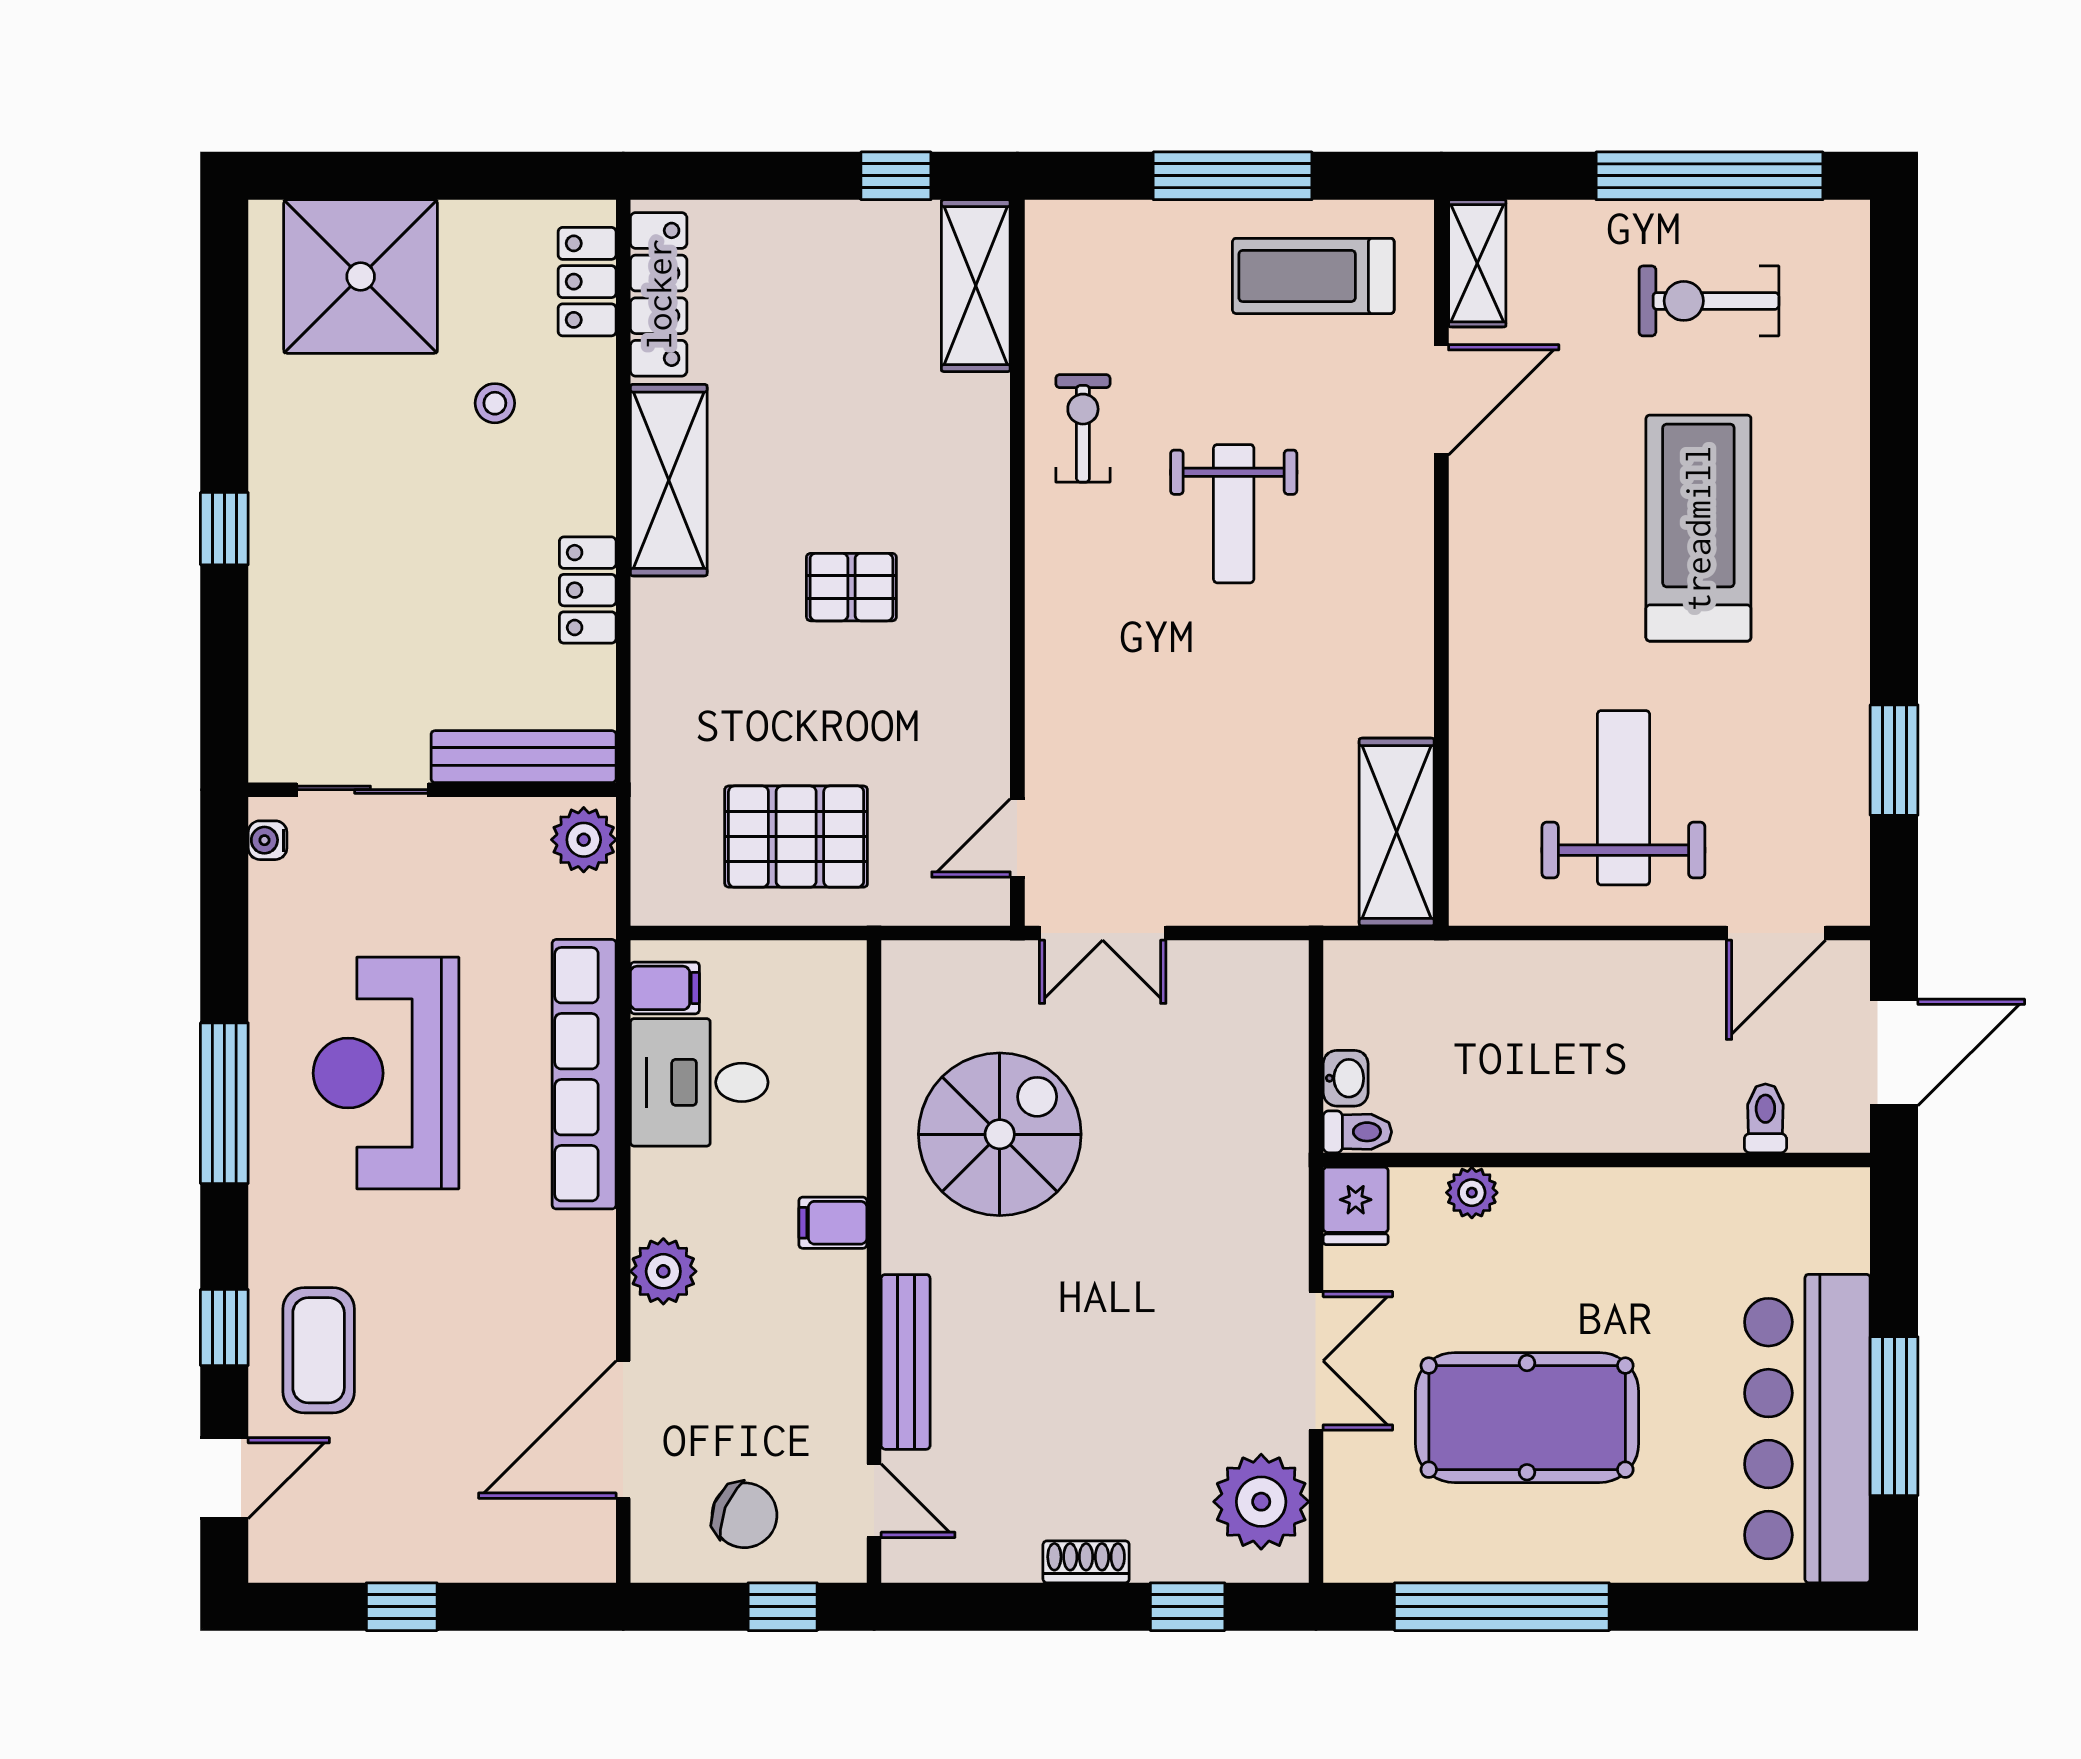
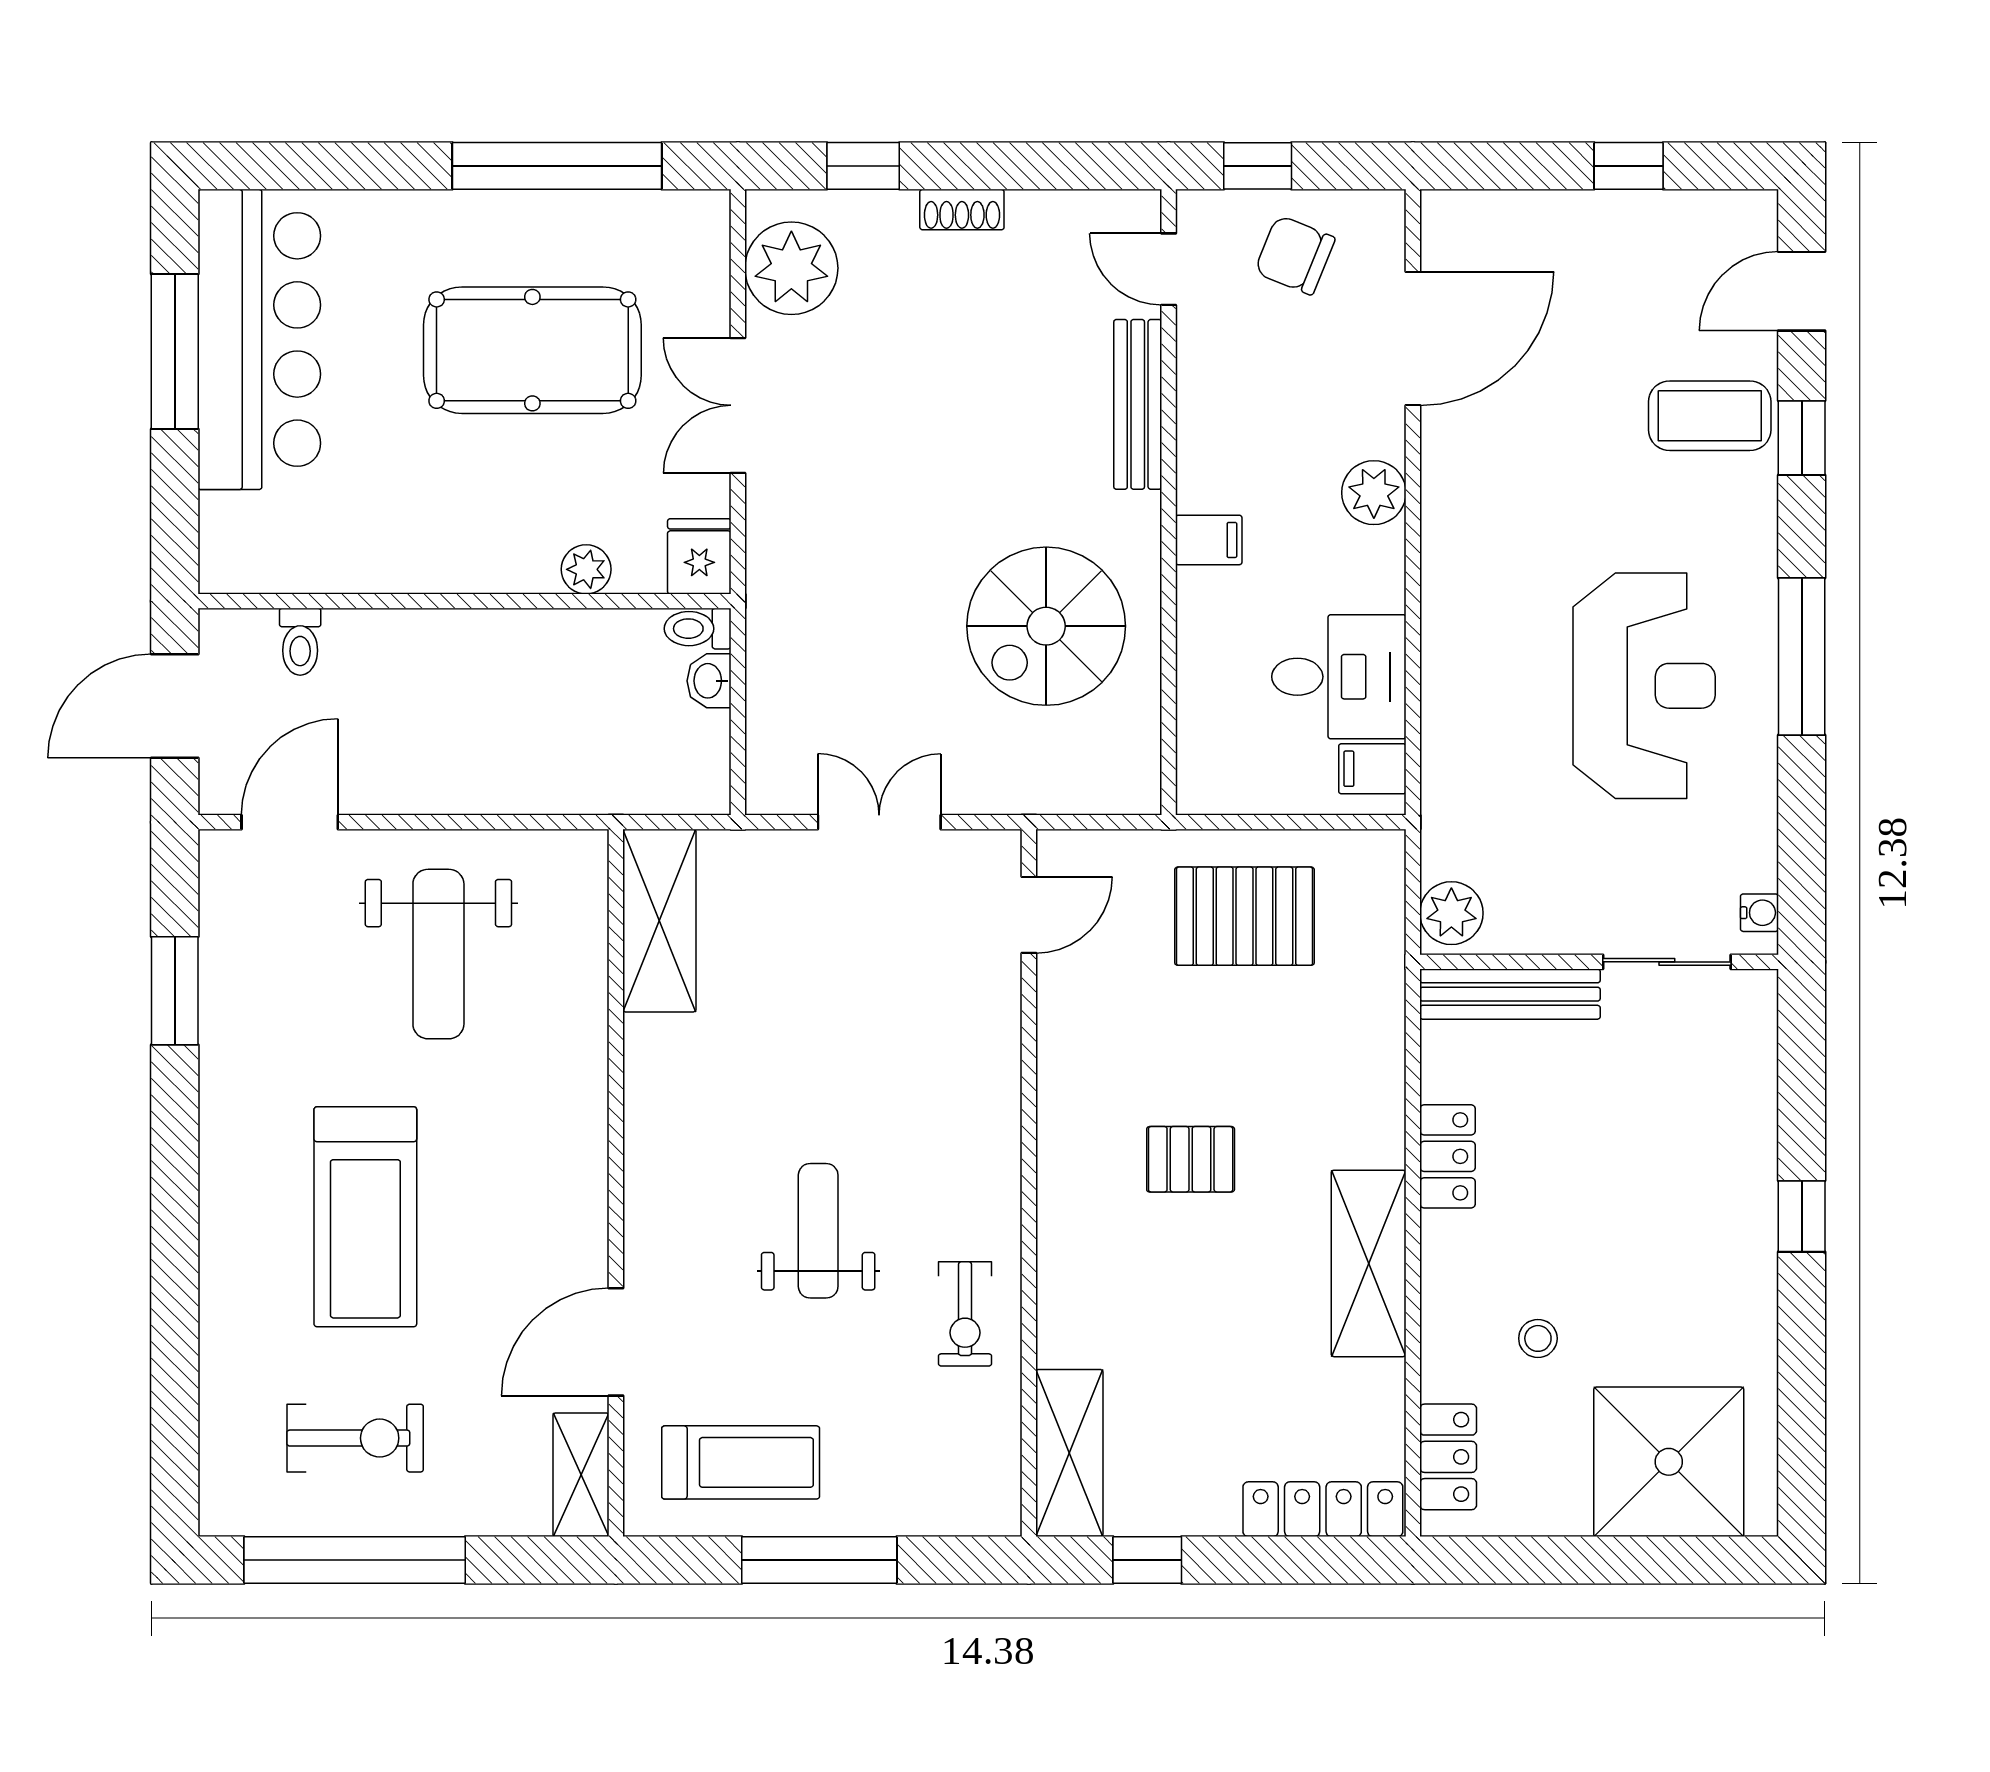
locker: (659, 294) -> (1323, 1509), moved, turned 90
double door: (1103, 933) -> (879, 822), moved
row of seats: (584, 1074) -> (1451, 685), removed
coffee table: (319, 1350) -> (1710, 416), turned 90

